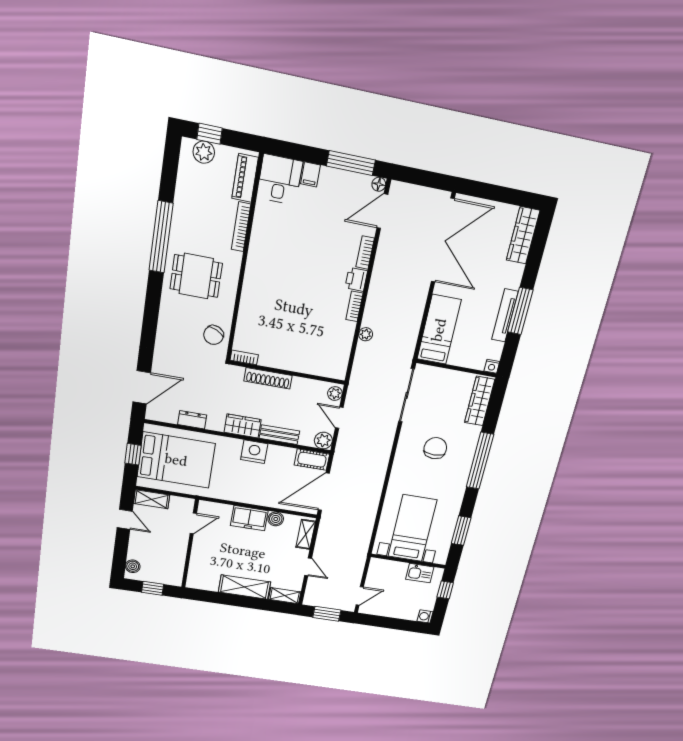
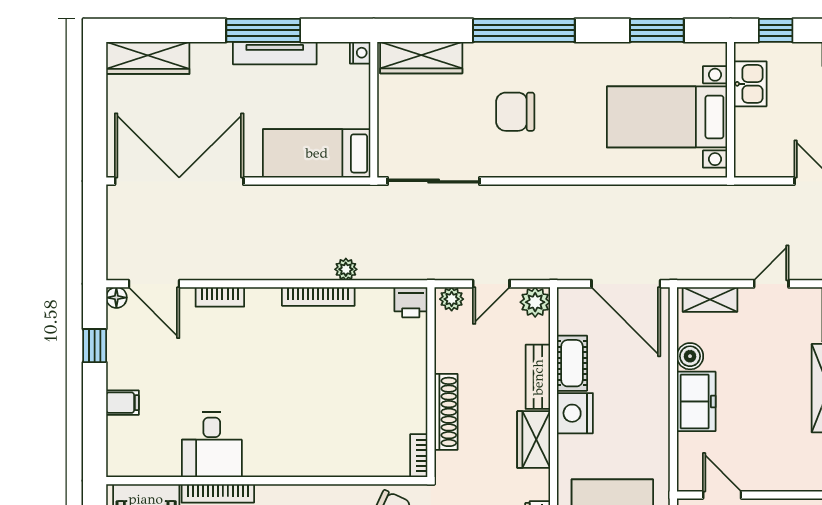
window: (351, 163) -> (95, 346), width x0.46
desk: (280, 179) -> (212, 445), moved, turned -90
printer: (356, 279) -> (411, 302), moved
bookcase: (354, 306) -> (318, 296), width x1.56
cot: (312, 460) -> (572, 363), moved

